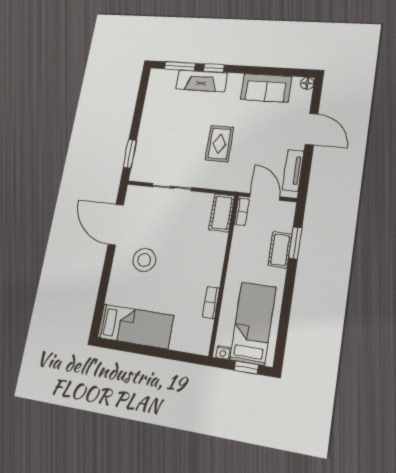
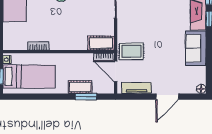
sofa: (266, 88) -> (196, 48), moved
rug: (219, 144) -> (131, 51), moved
door: (265, 197) -> (116, 71), swing flipped

